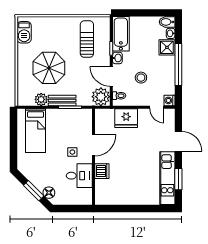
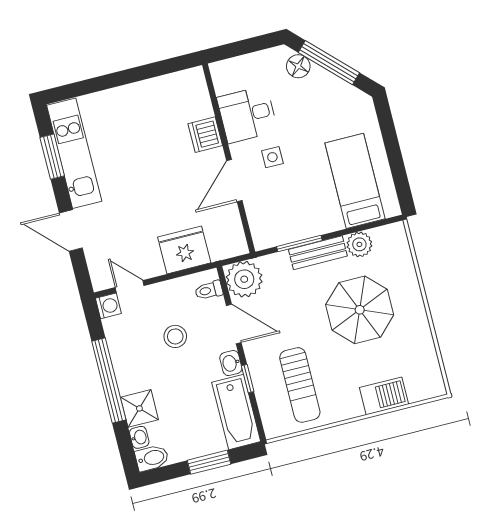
window: (140, 13) -> (209, 462), added
barbecue: (24, 32) -> (384, 396), moved, turned 90
window: (34, 191) -> (329, 63), width x1.44

